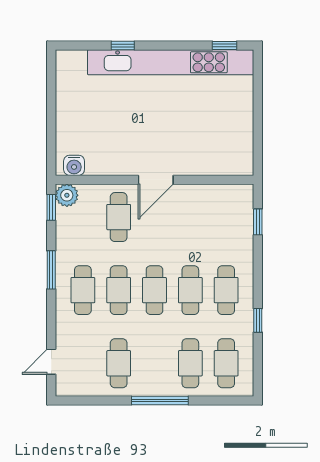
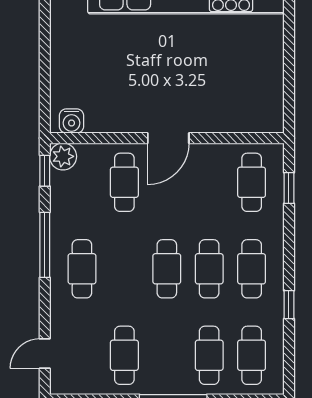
window: (51, 270) -> (45, 245), width x1.44
cafe table: (119, 290) -> (252, 182), moved

